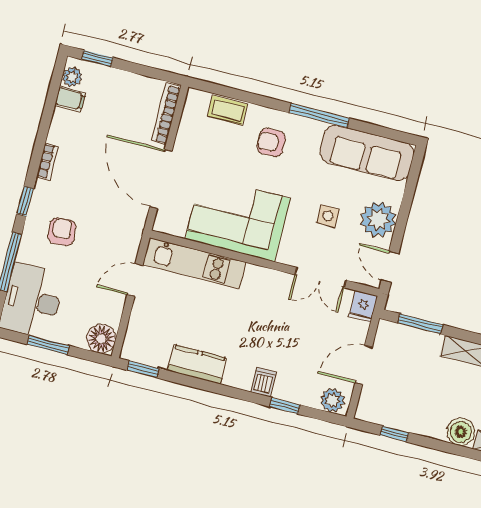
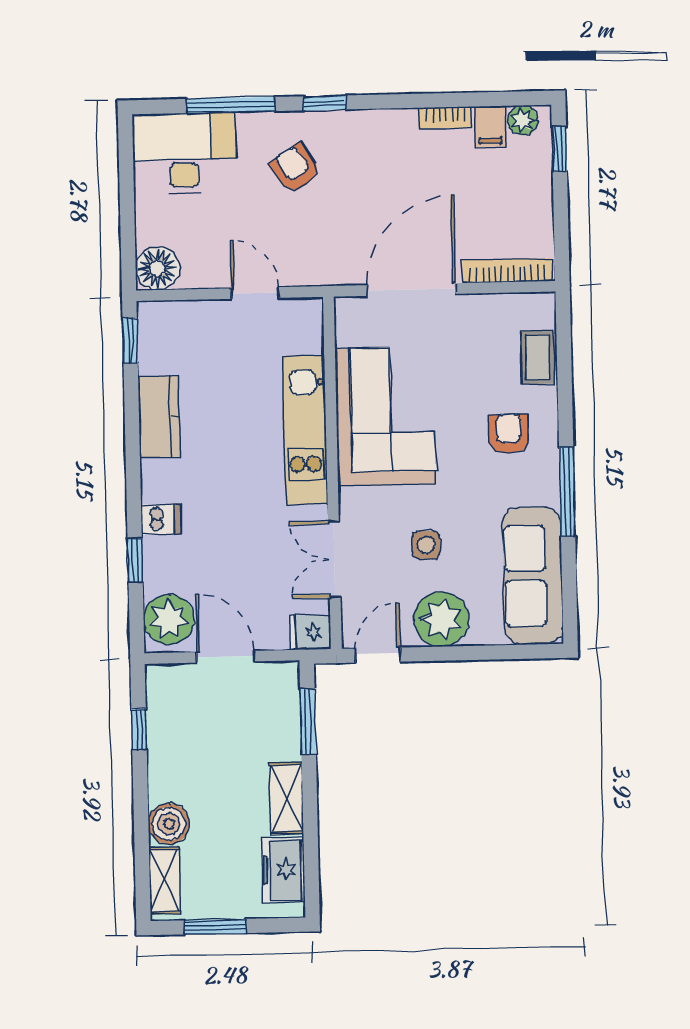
bookcase: (47, 162) -> (446, 118), moved
armchair: (62, 232) -> (296, 168), turned -119
kitchen unit: (194, 263) -> (305, 430), moved
window: (48, 345) -> (127, 194), removed
plant: (333, 400) -> (169, 620), width x1.36, depth x1.36

